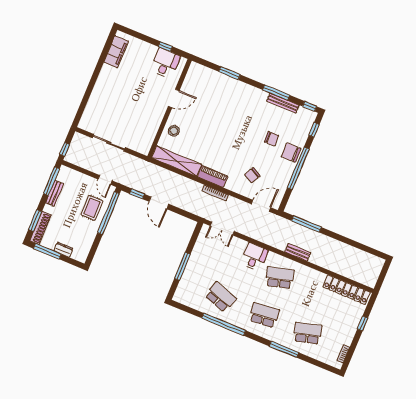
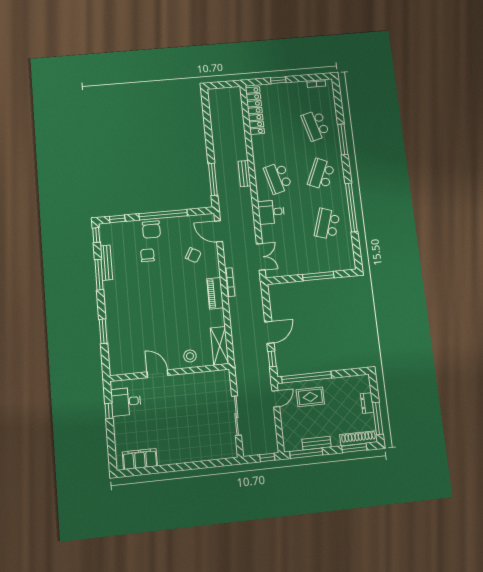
shelving: (177, 161) -> (220, 346), width x0.68
school desk: (264, 315) -> (321, 174), turned 30

